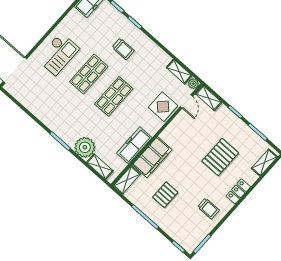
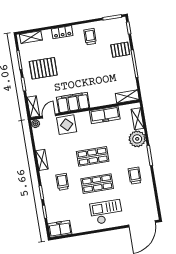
shelving: (179, 72) -> (42, 160), moved
trolley: (59, 110) -> (135, 176), added
filing cabinet: (152, 157) -> (73, 102), moved
pallet: (220, 157) -> (43, 68), moved
pallet: (165, 195) -> (120, 50), moved

